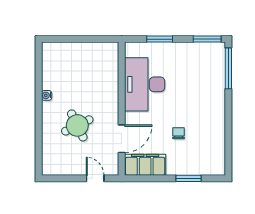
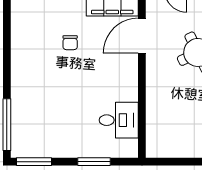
desk: (145, 84) -> (119, 120), width x0.53, depth x0.77

